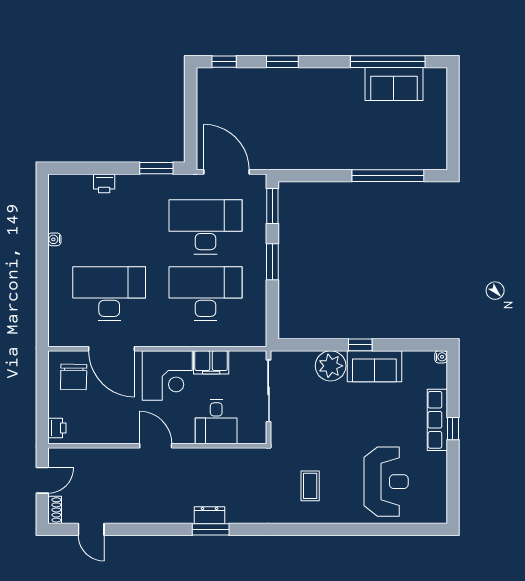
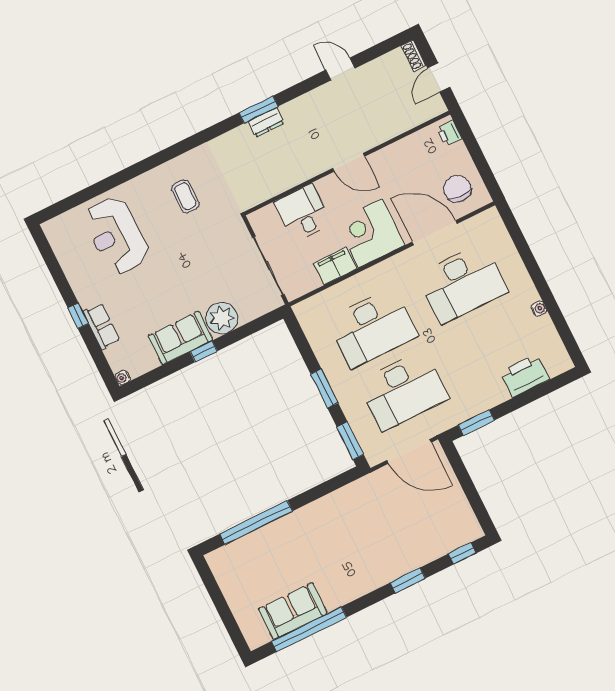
printer: (104, 183) -> (525, 376), width x1.87, depth x1.48
row of seats: (437, 420) -> (102, 326), width x0.68
door: (91, 529) -> (340, 69), moved

